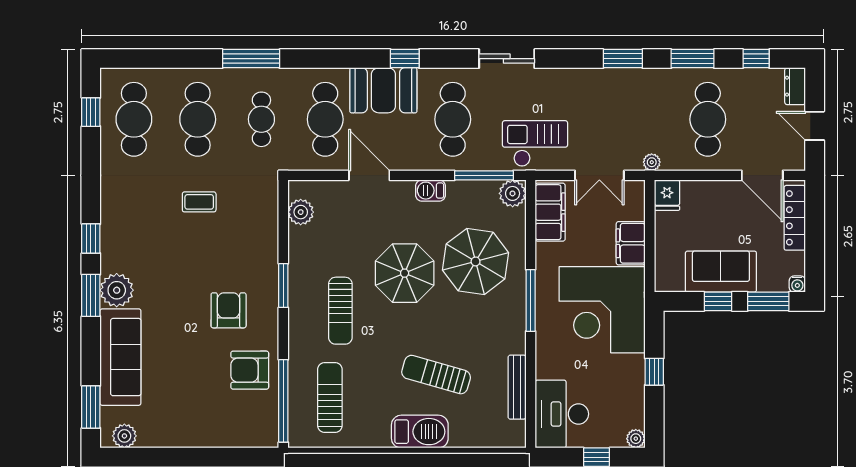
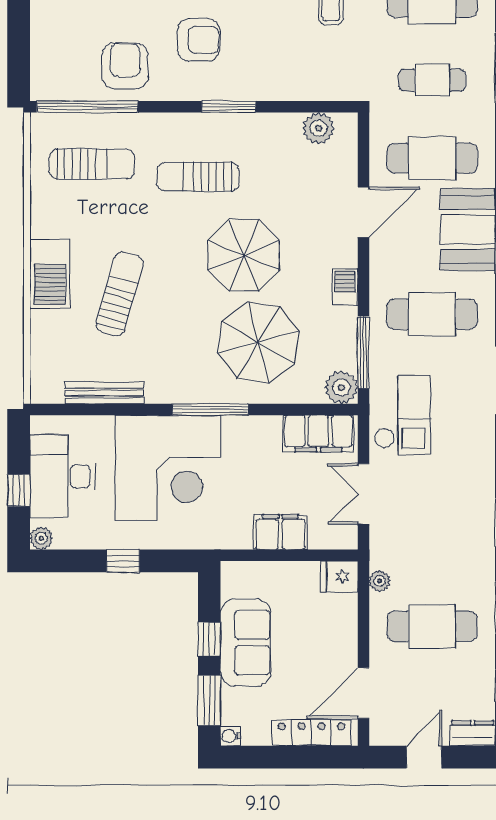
plant: (652, 162) -> (380, 581), moved
corner desk: (602, 310) -> (168, 468), moved, turned 180
desk: (562, 414) -> (62, 476), moved, turned -90

